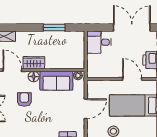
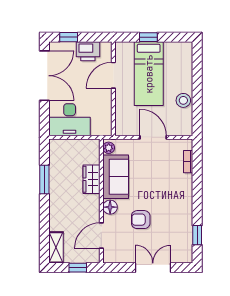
double door: (132, 28) -> (44, 76), swing flipped
desk: (99, 42) -> (70, 120), width x1.37
wardrobe: (34, 63) -> (92, 179), moved

